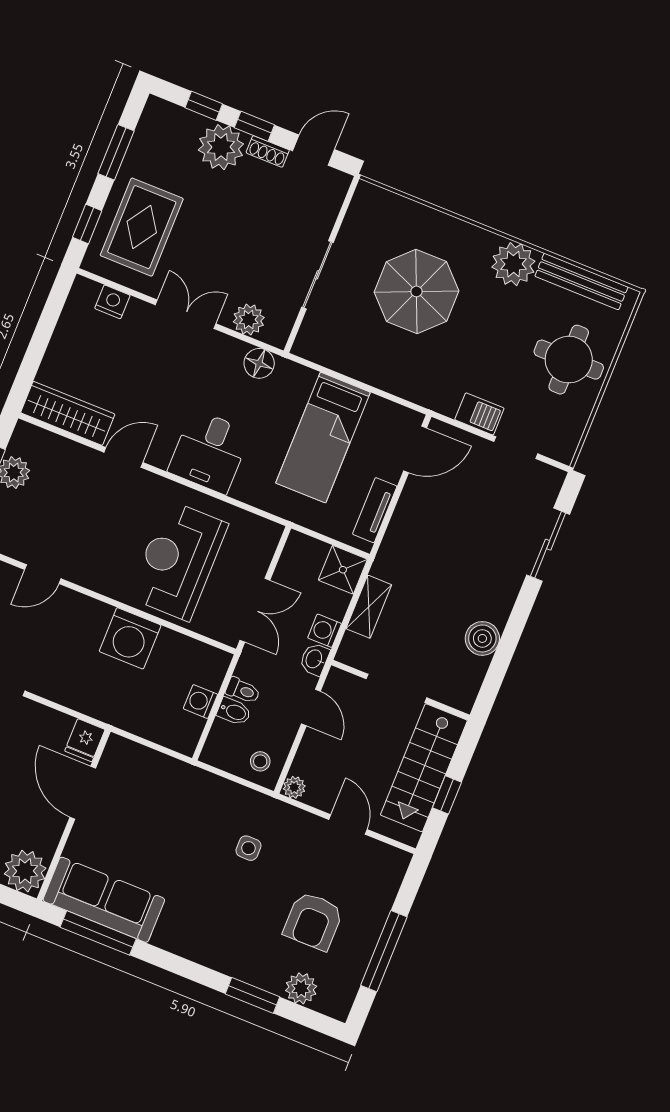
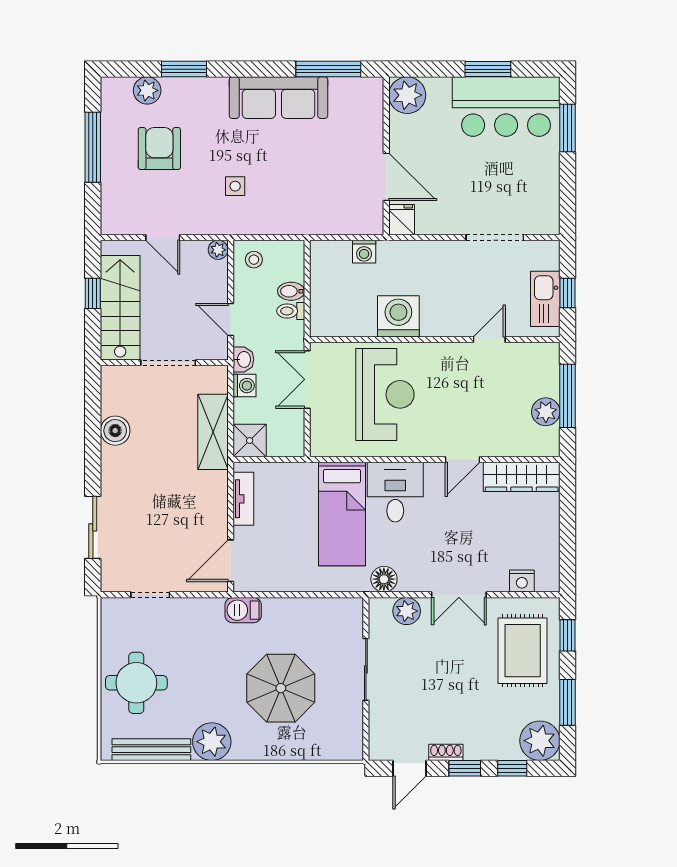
plant: (221, 147) -> (540, 741), moved
barbecue: (479, 414) -> (243, 610), moved
bed: (323, 438) -> (342, 514), moved, turned 180
shelving: (369, 607) -> (213, 432), width x1.50, depth x1.33
washing machine: (200, 702) -> (364, 252), moved, turned 90
sofa: (104, 900) -> (279, 98), moved

